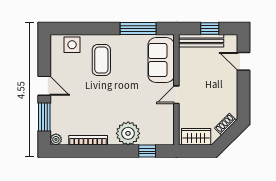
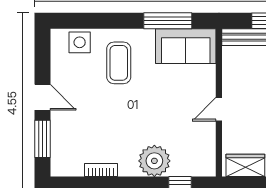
sofa: (161, 60) -> (186, 46), moved, turned -90
plant: (56, 139) -> (58, 169), removed
bookcase: (88, 140) -> (101, 170), width x0.64

